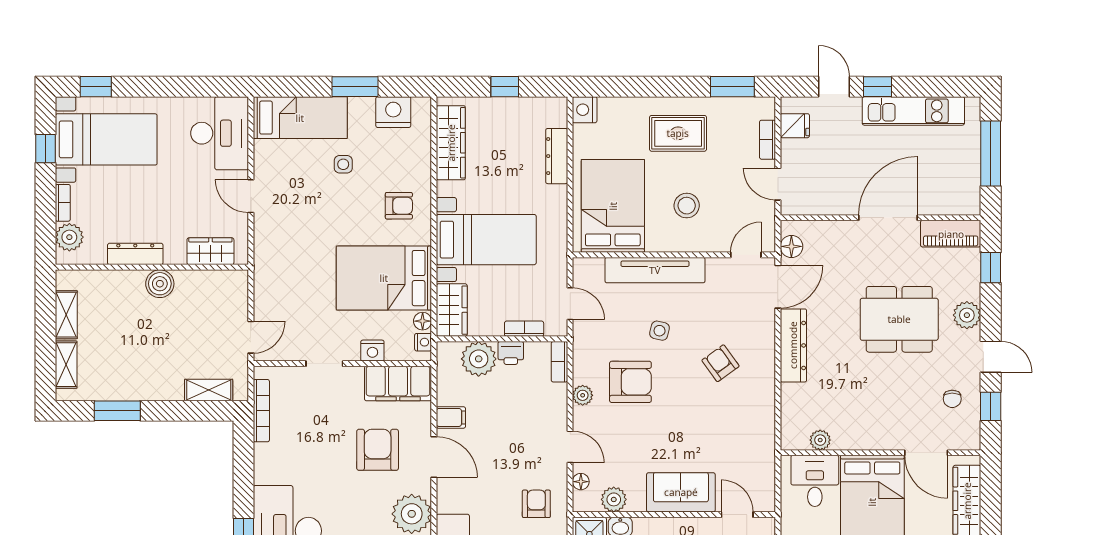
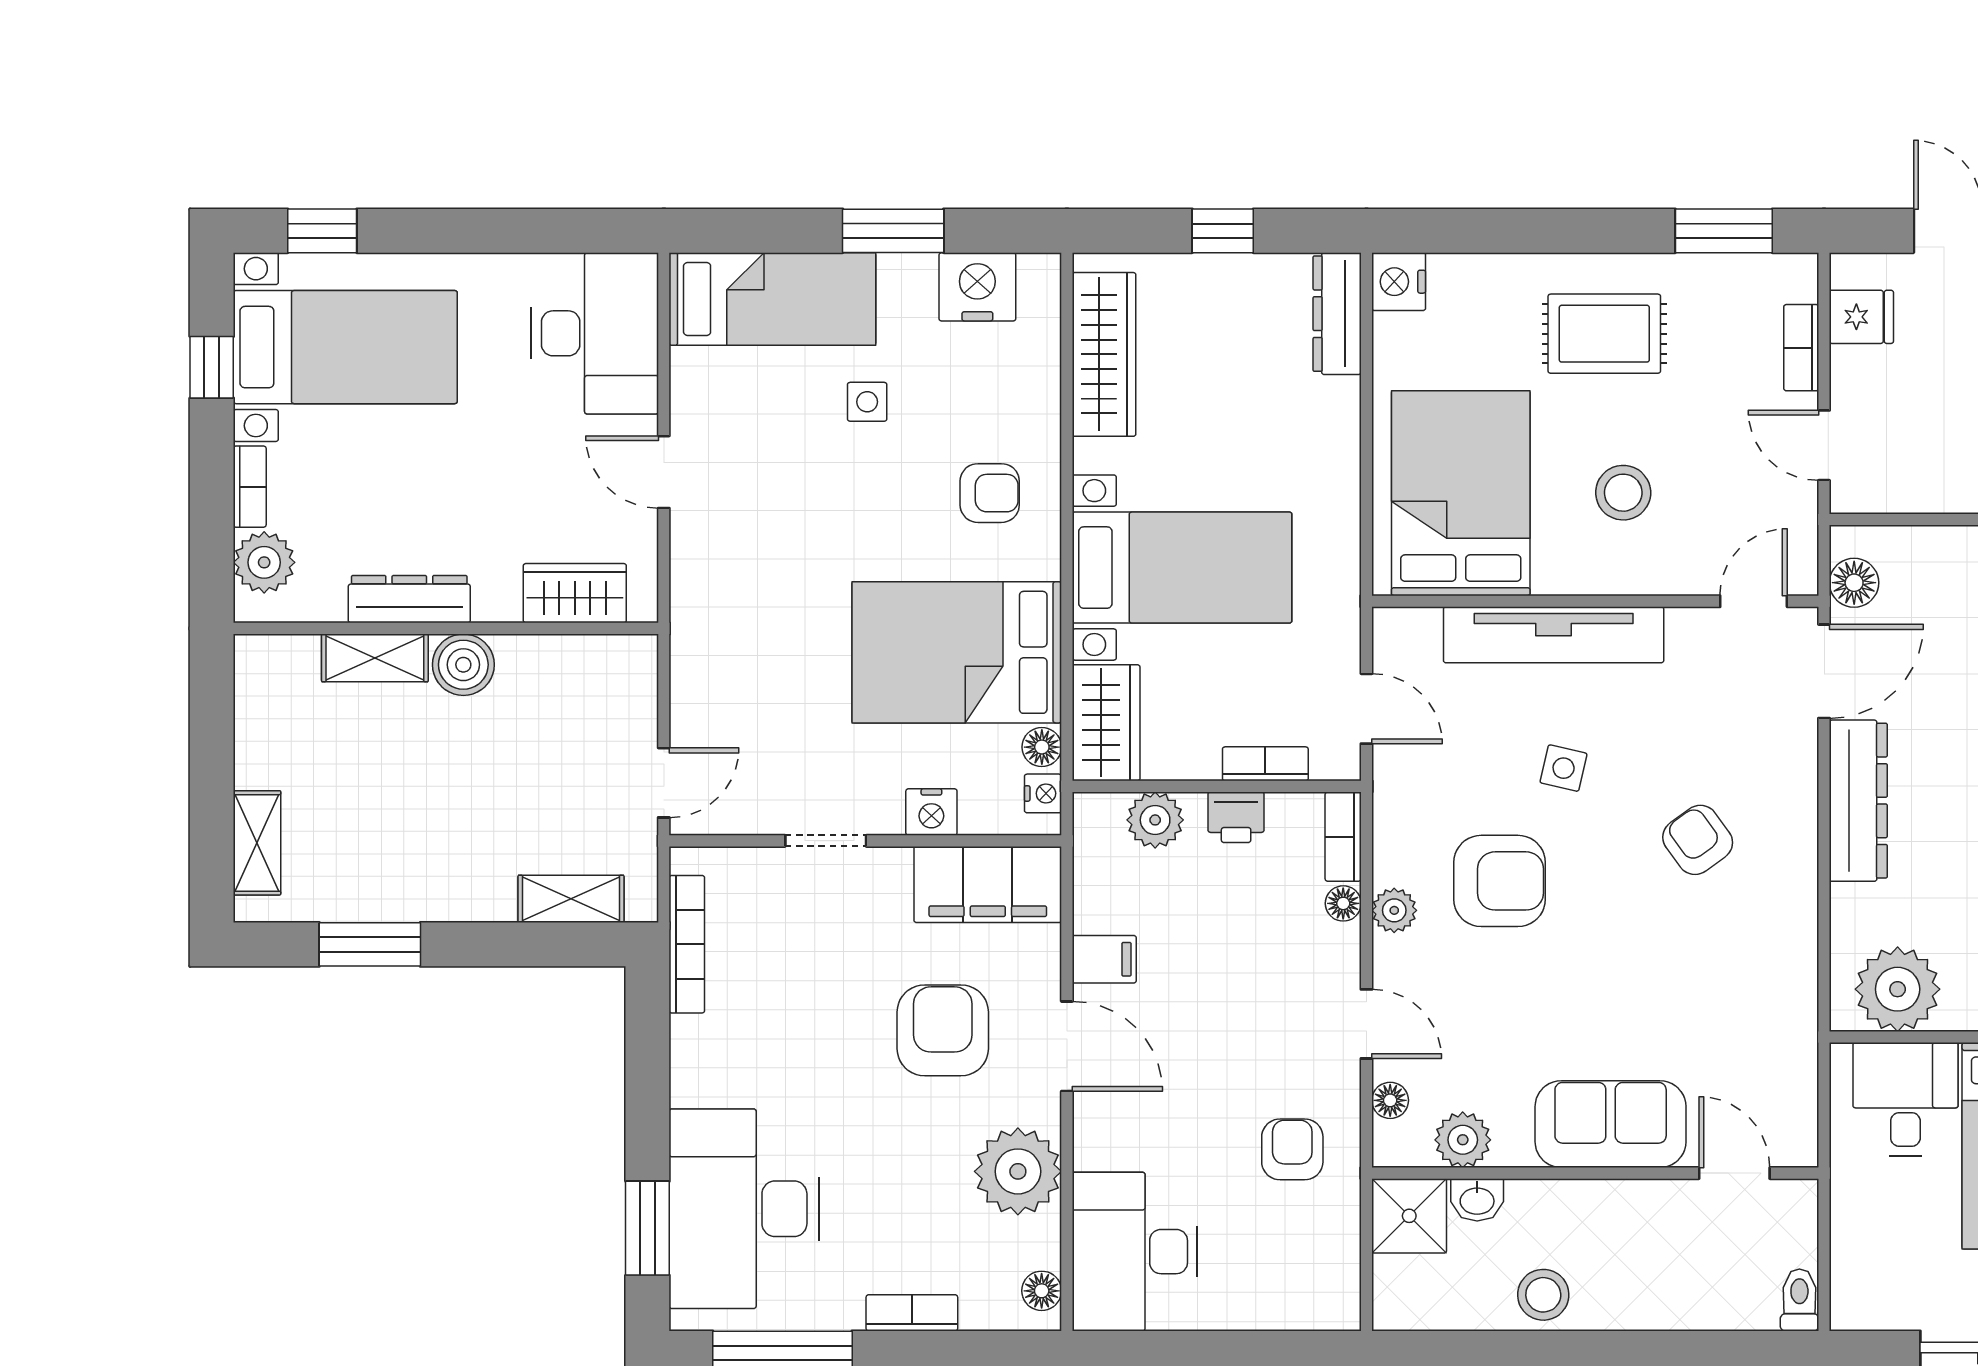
dresser: (557, 156) -> (1337, 314), moved
shelving: (66, 315) -> (375, 658), moved, turned 90
plant: (479, 359) -> (1155, 820), width x0.73, depth x0.73
floor lamp: (559, 392) -> (1343, 903), added
plant: (820, 440) -> (1898, 989), width x1.87, depth x1.87

